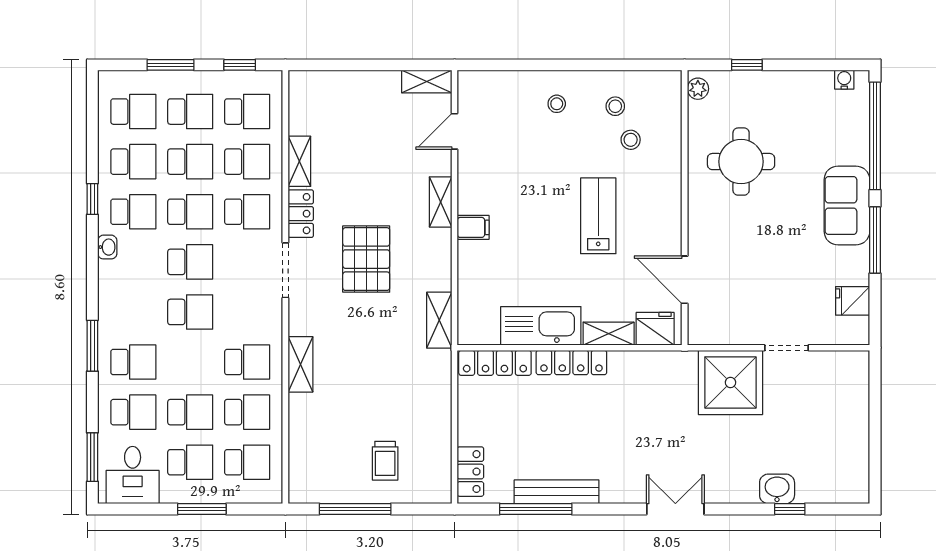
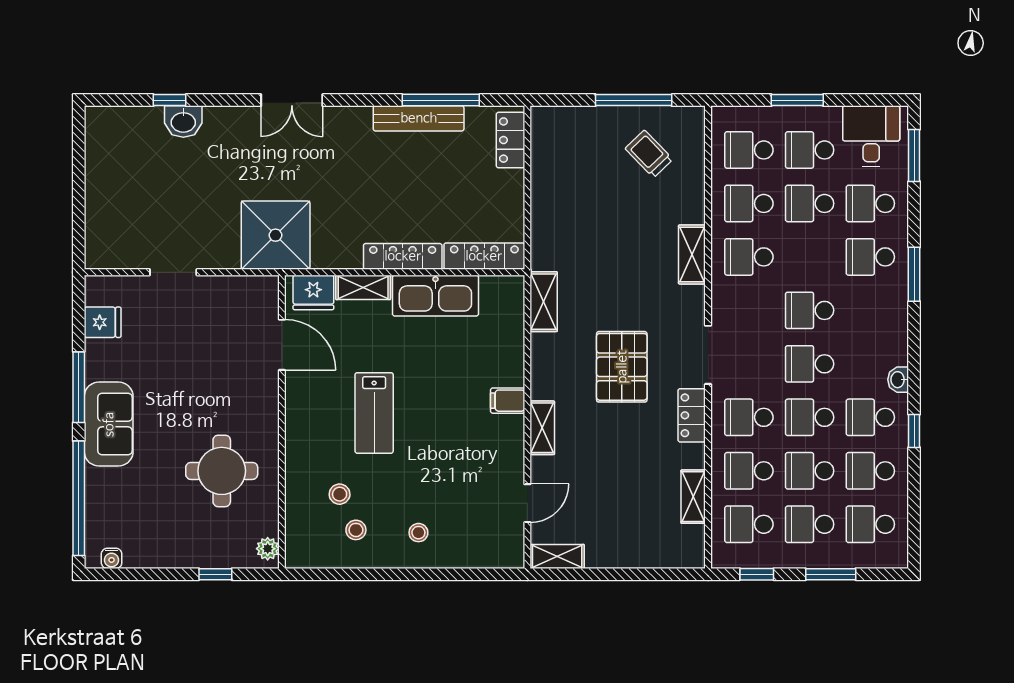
shelving: (299, 161) -> (693, 497), moved
shower: (730, 382) -> (276, 235), moved
trolley: (385, 461) -> (649, 154), moved, turned -44

